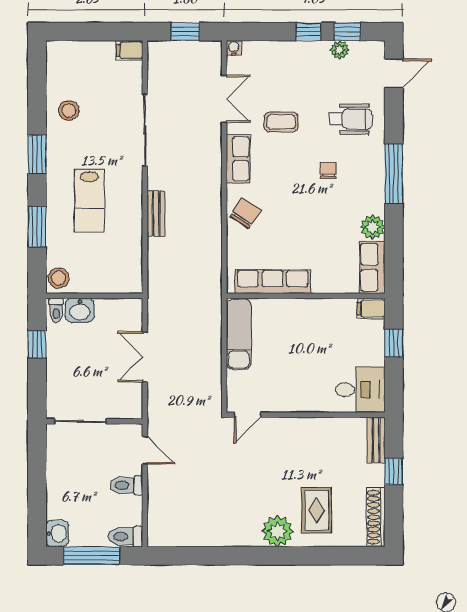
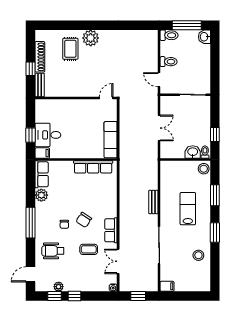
chair: (245, 213) -> (84, 220), moved
desk: (360, 390) -> (48, 135), moved
shoe rack: (376, 517) -> (40, 57), moved

